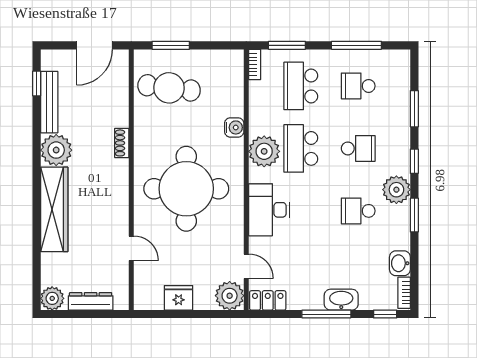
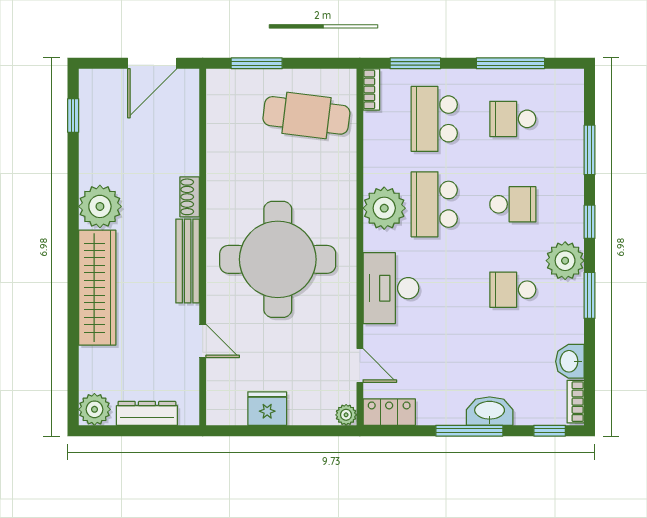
cafe table: (169, 88) -> (306, 115), moved
bench: (49, 102) -> (188, 261), moved
water cooler: (234, 127) -> (343, 176), removed
plant: (230, 296) -> (346, 415), width x0.53, depth x0.53

